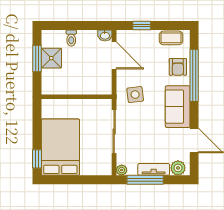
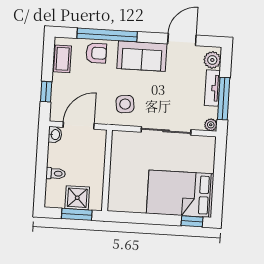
wall: (77, 97) -> (107, 170), moved

